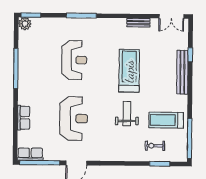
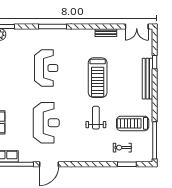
treadmill: (129, 71) -> (98, 78), turned 180

